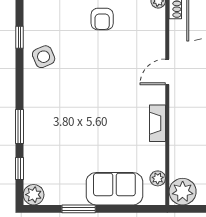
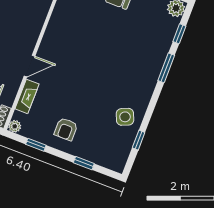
armchair: (102, 19) -> (66, 129), turned 180
fireplace: (157, 123) -> (27, 96), moved

